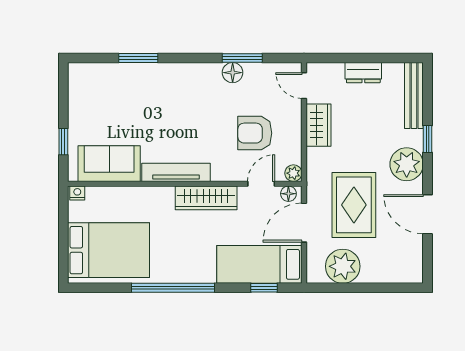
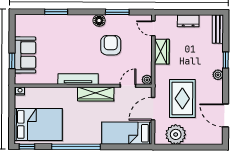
floor lamp: (233, 73) -> (99, 21), moved
bench: (414, 96) -> (218, 29), width x0.73
armchair: (255, 133) -> (111, 45), moved, turned 90
sofa: (109, 164) -> (25, 55), moved, turned 90
plant: (407, 164) -> (218, 75), width x0.53, depth x0.53
floor lamp: (288, 194) -> (144, 92), removed
door: (428, 214) -> (226, 115), moved
window: (264, 288) -> (27, 147), moved

